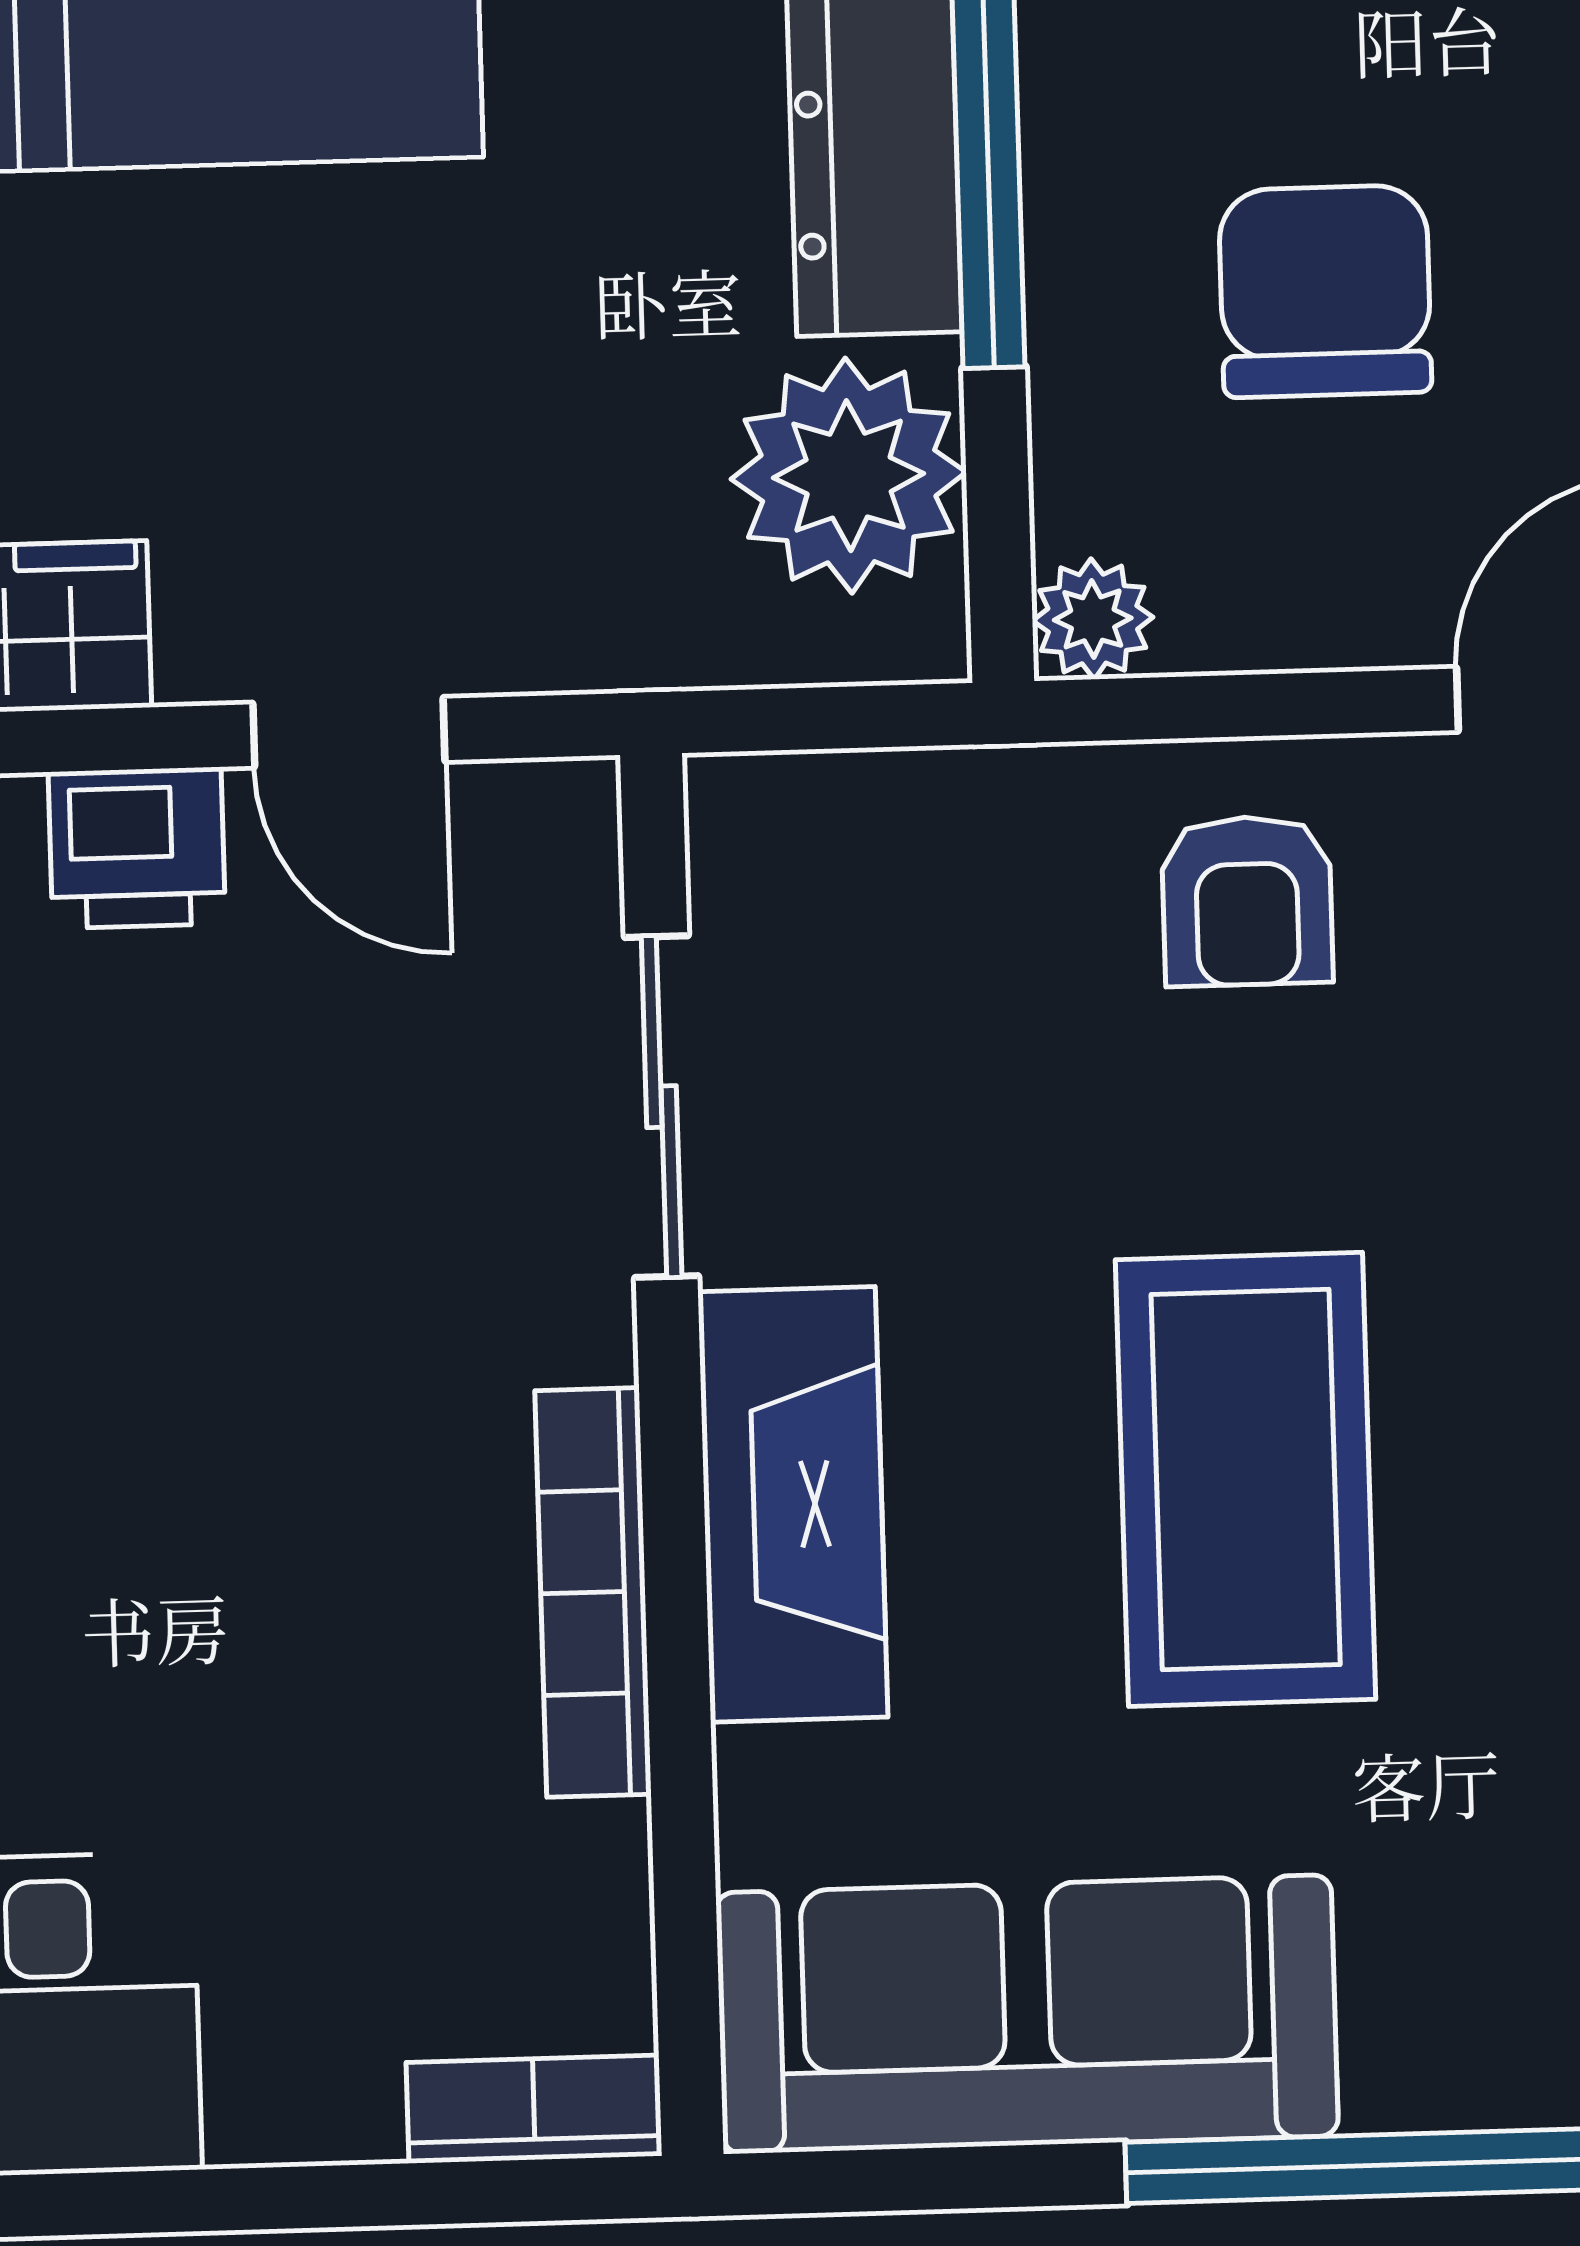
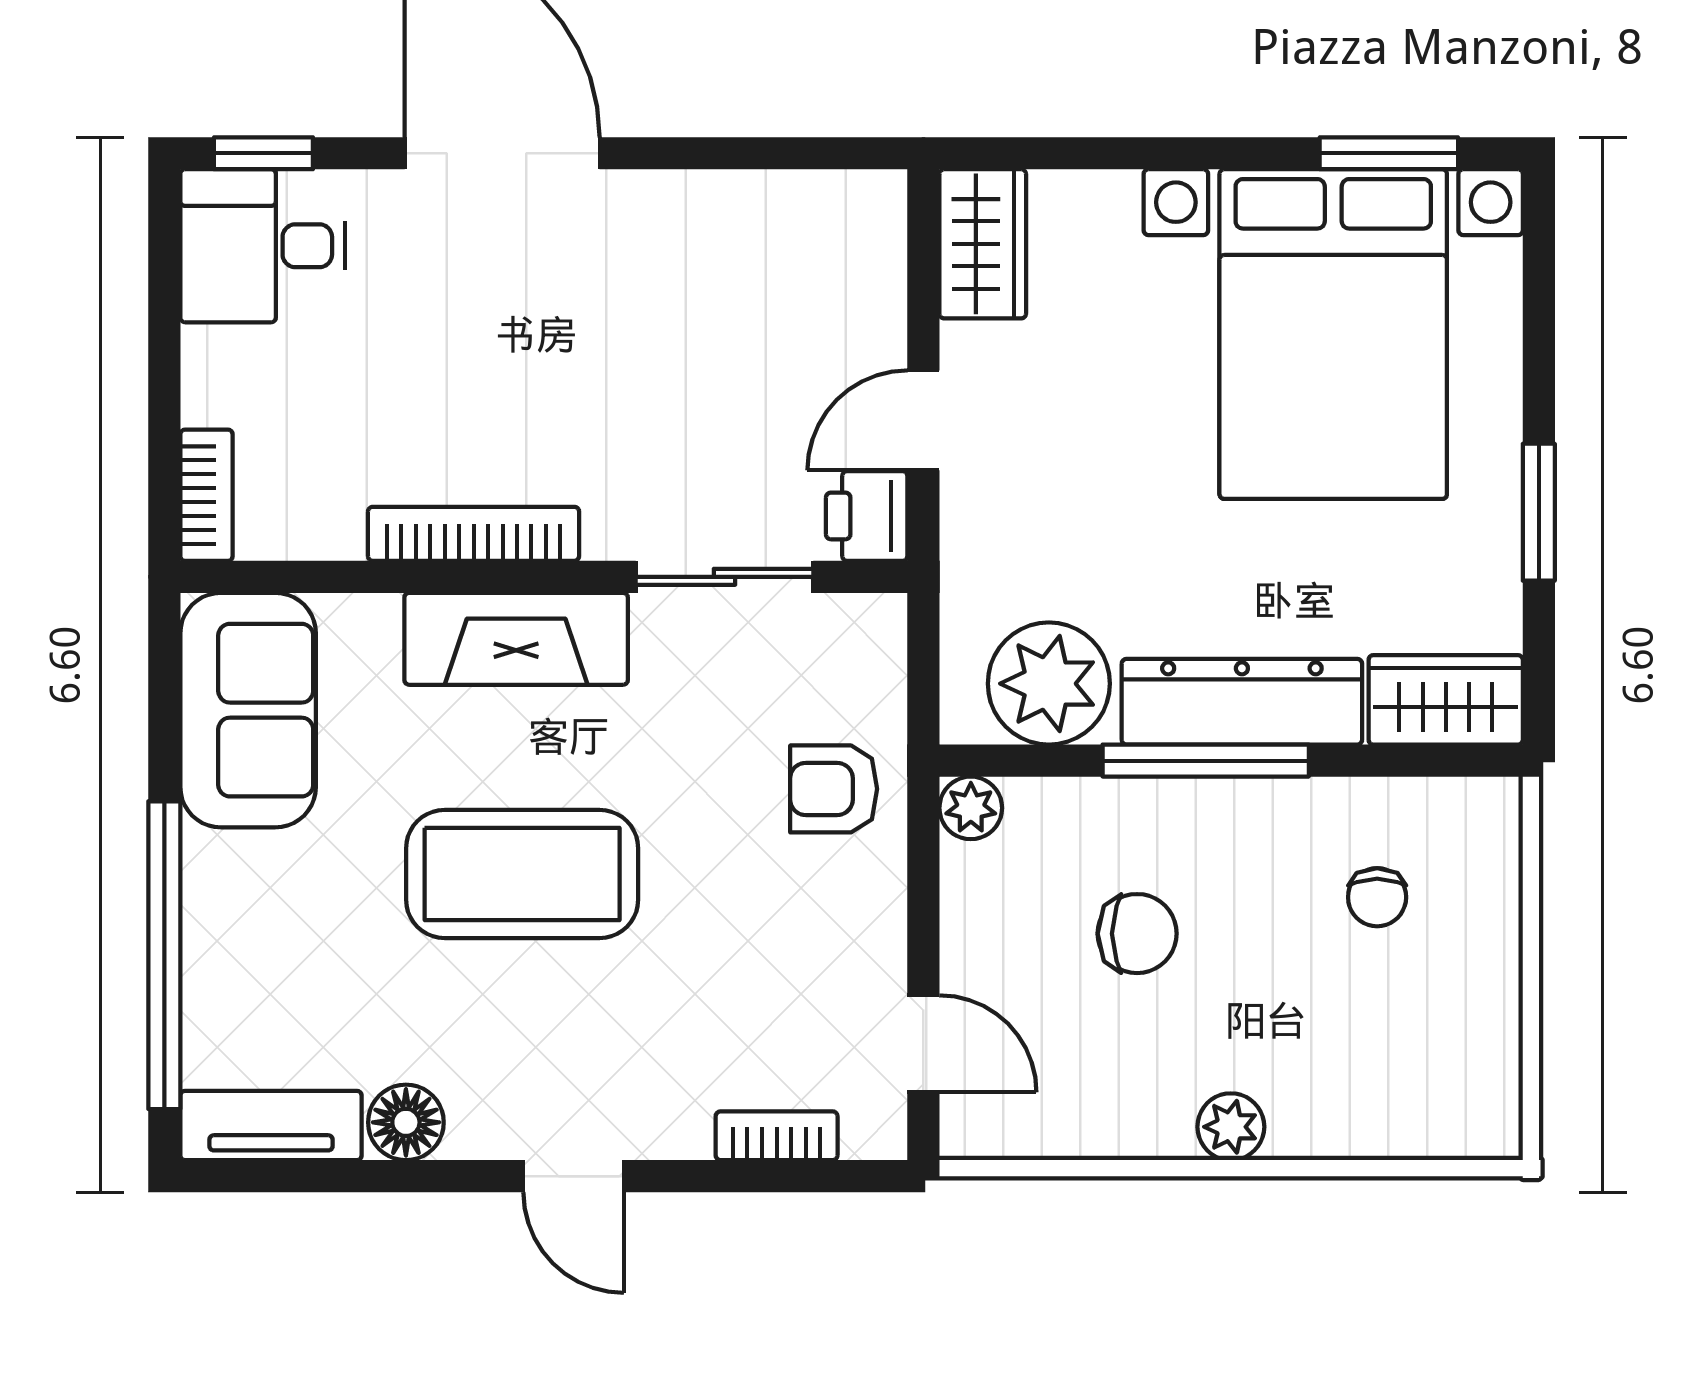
chair: (1325, 291) -> (1137, 934), width x0.73, depth x0.73
printer: (137, 848) -> (867, 516), moved
armchair: (1247, 901) -> (834, 789), moved
sofa: (1027, 2014) -> (248, 710), width x0.73

